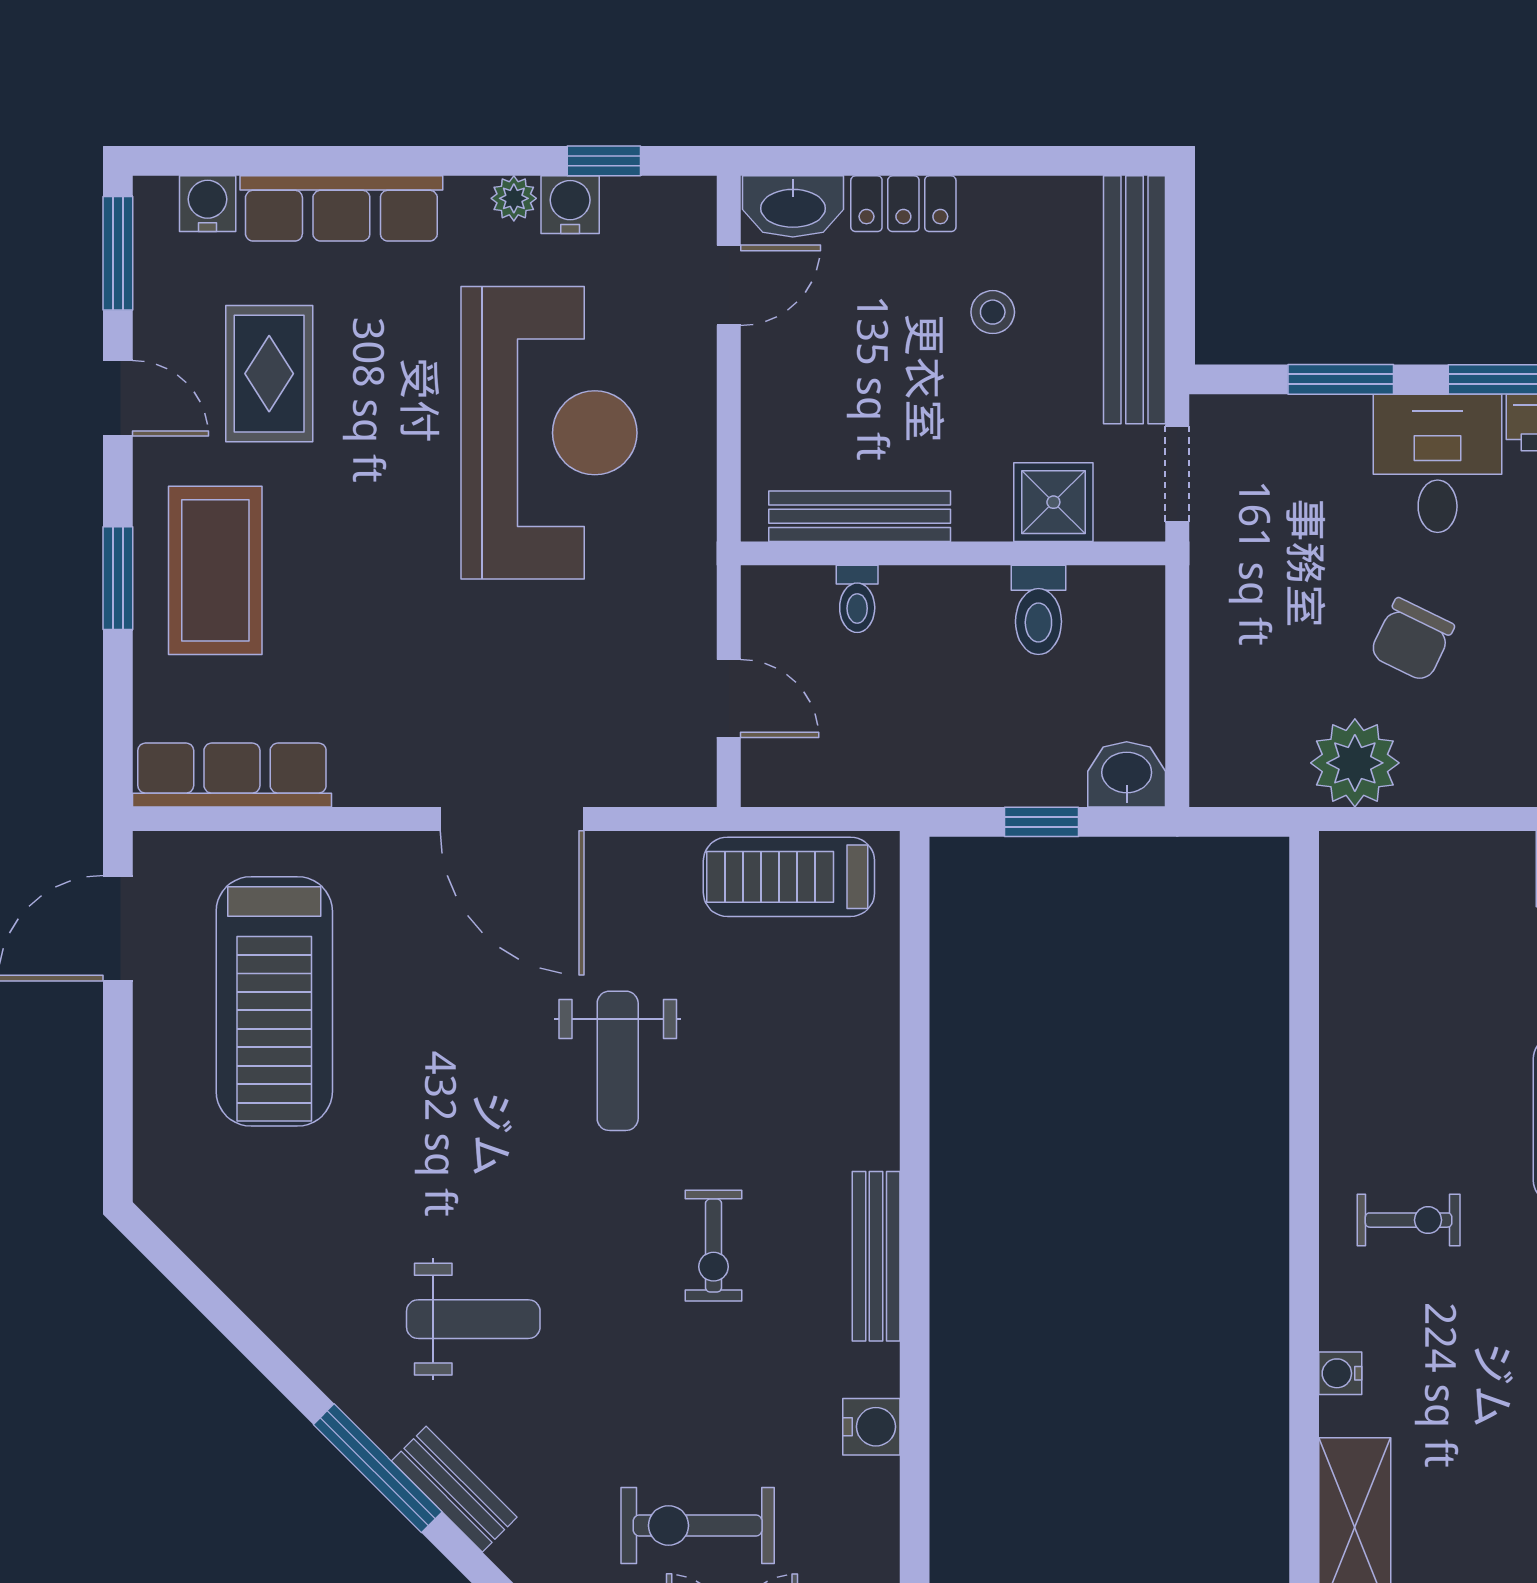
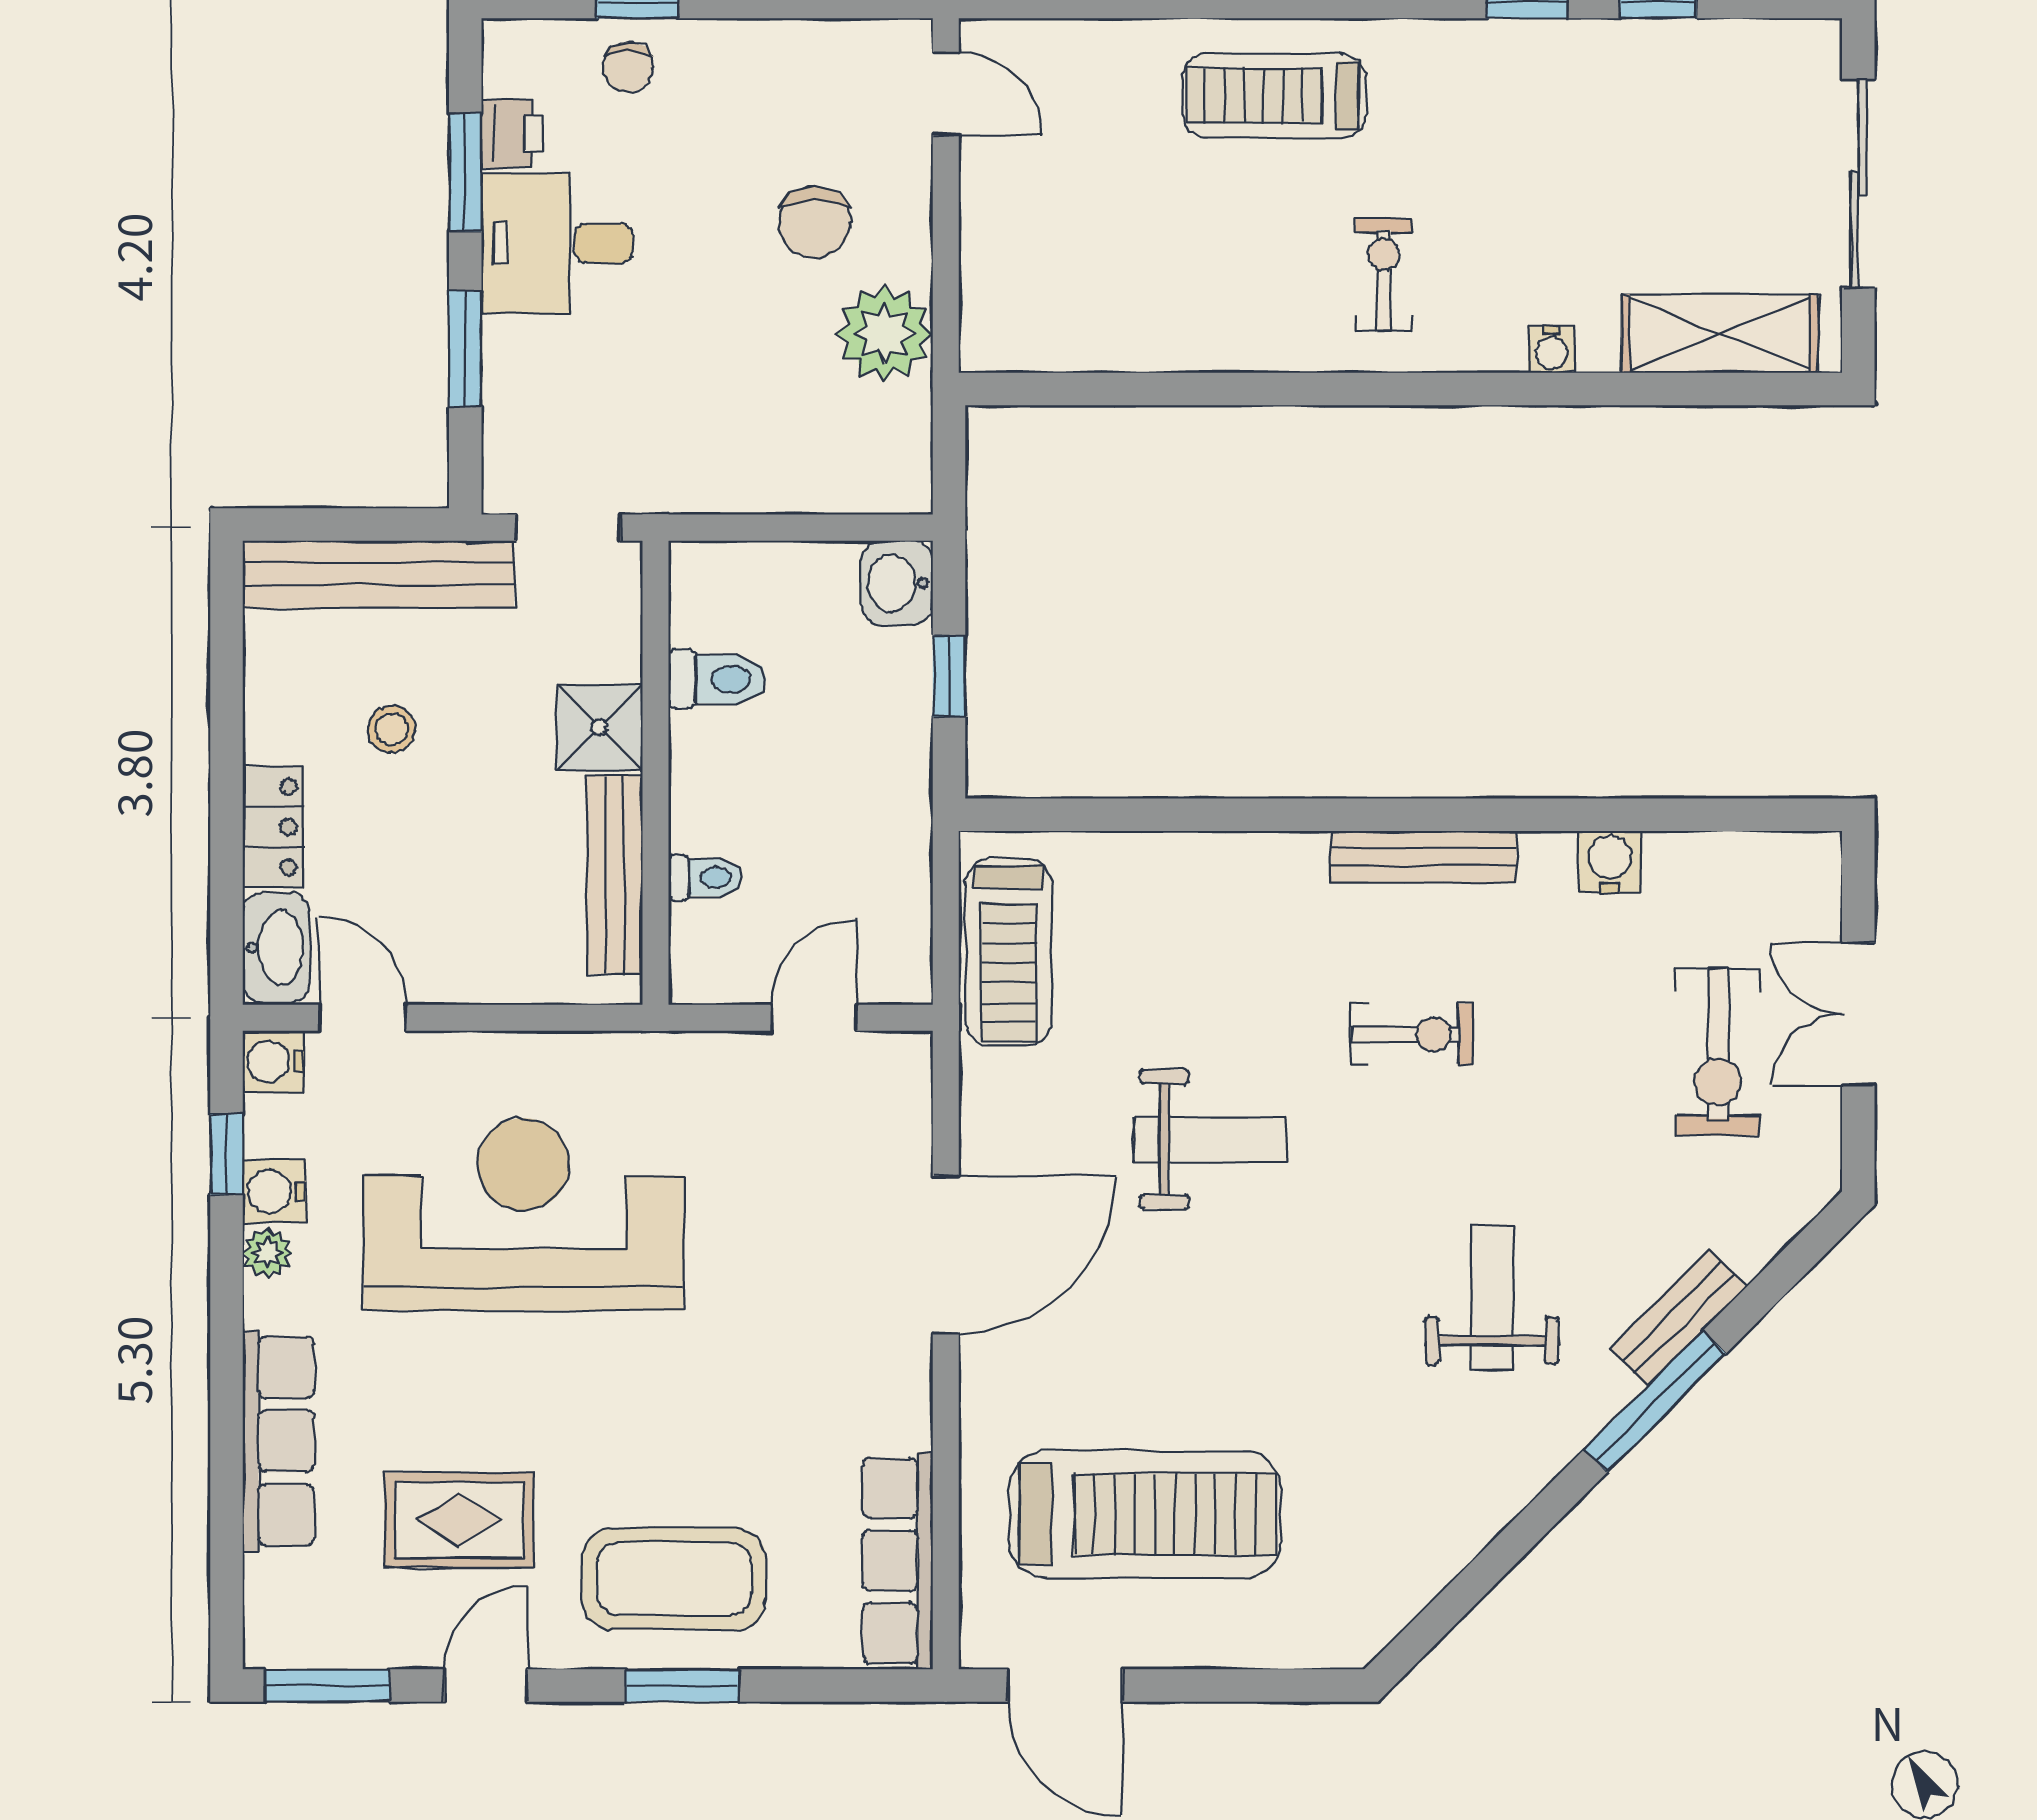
water cooler: (208, 204) -> (273, 1061), moved
shower: (1053, 502) -> (599, 727), moved
chair: (1412, 640) -> (815, 222), moved, turned 64

